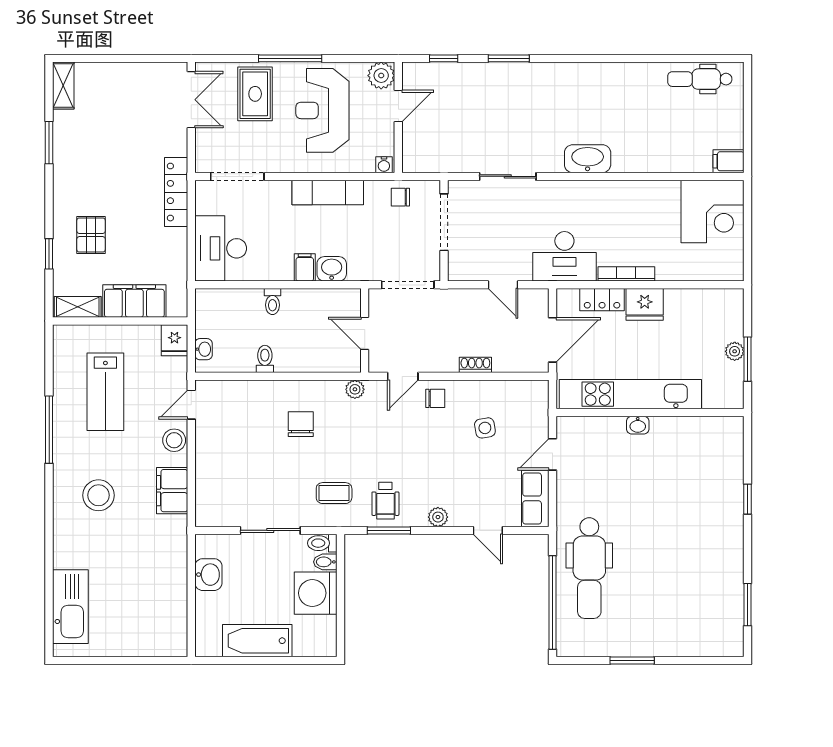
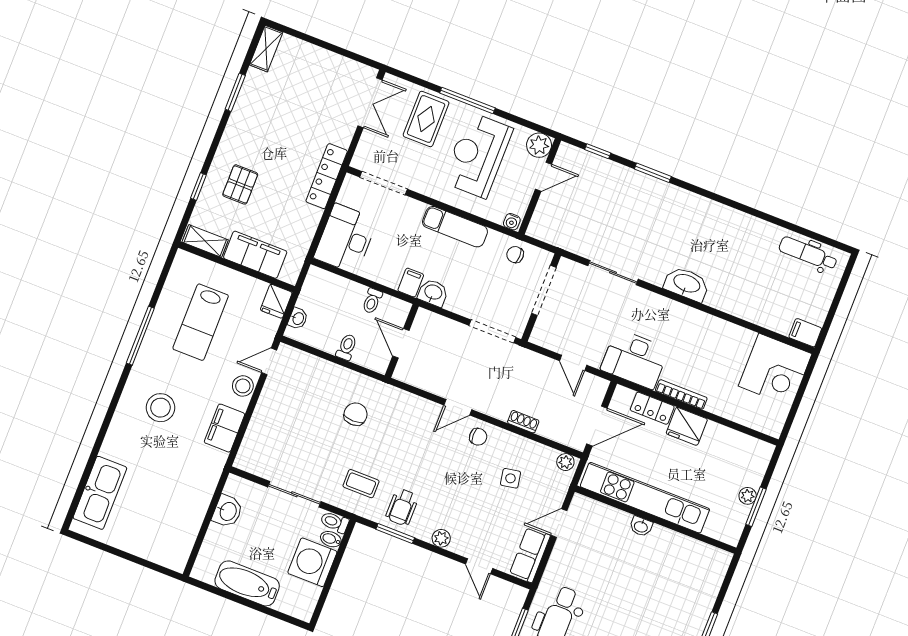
wall: (365, 331) -> (402, 341), moved
door: (365, 333) -> (401, 343), moved
plant: (355, 389) -> (565, 462), moved

